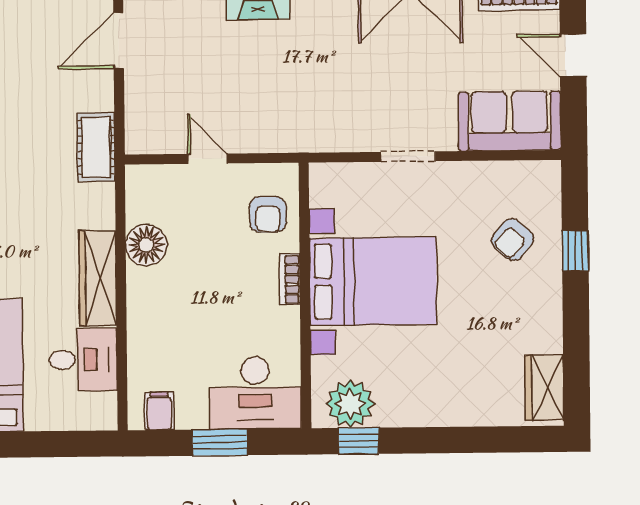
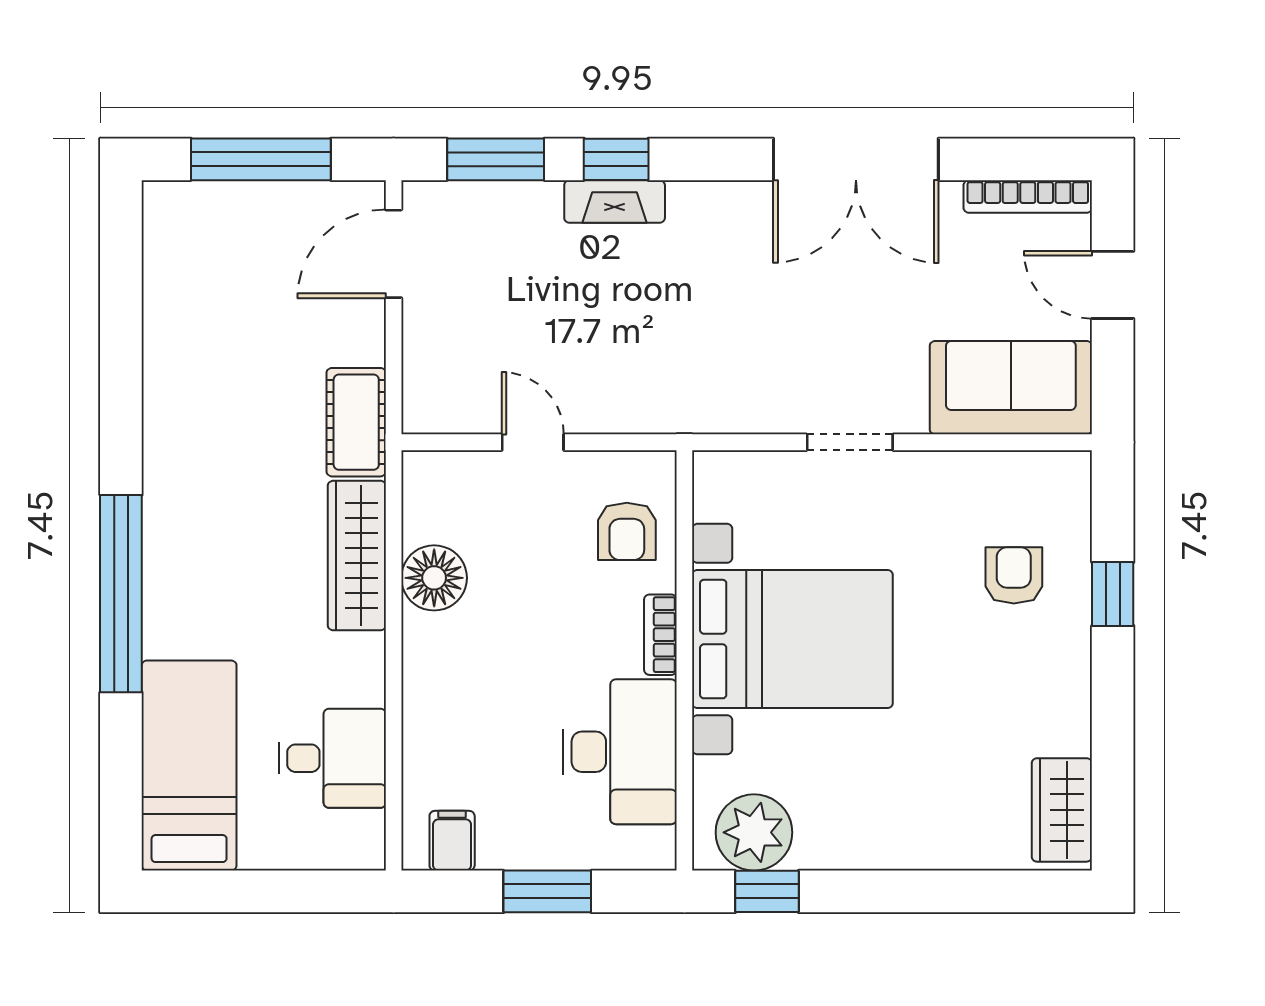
armchair: (513, 240) -> (1014, 575), turned 139
wardrobe: (98, 278) -> (357, 556), moved
desk: (255, 393) -> (620, 752), moved, turned -90

